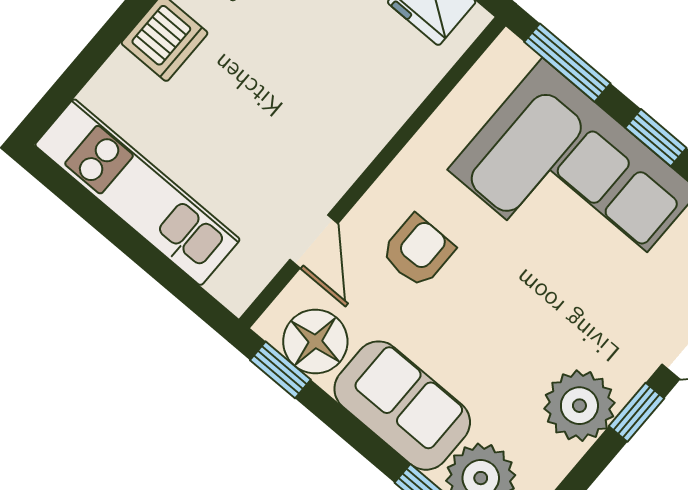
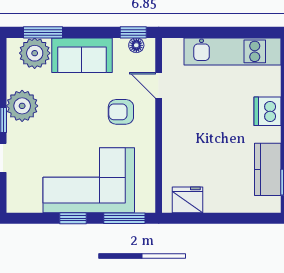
armchair: (418, 251) -> (121, 112), turned 90
floor lamp: (315, 341) -> (136, 45), width x0.53, depth x0.53

